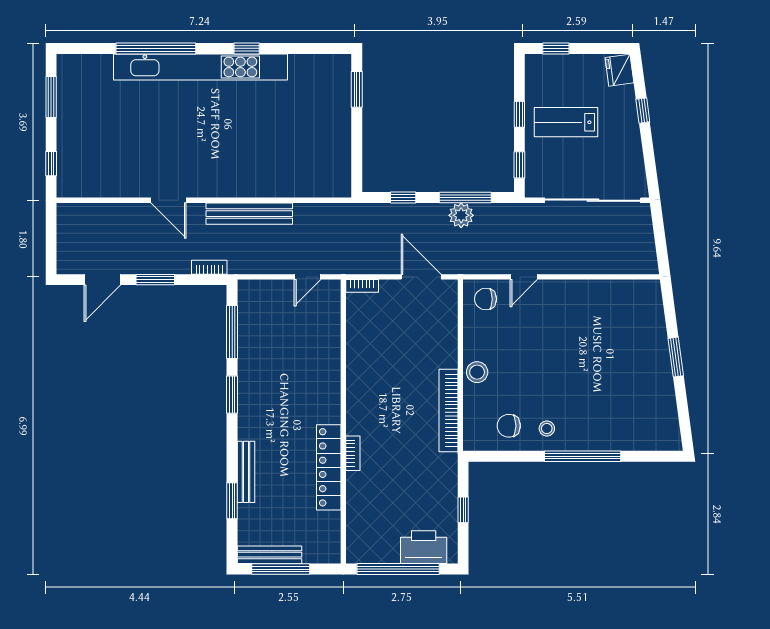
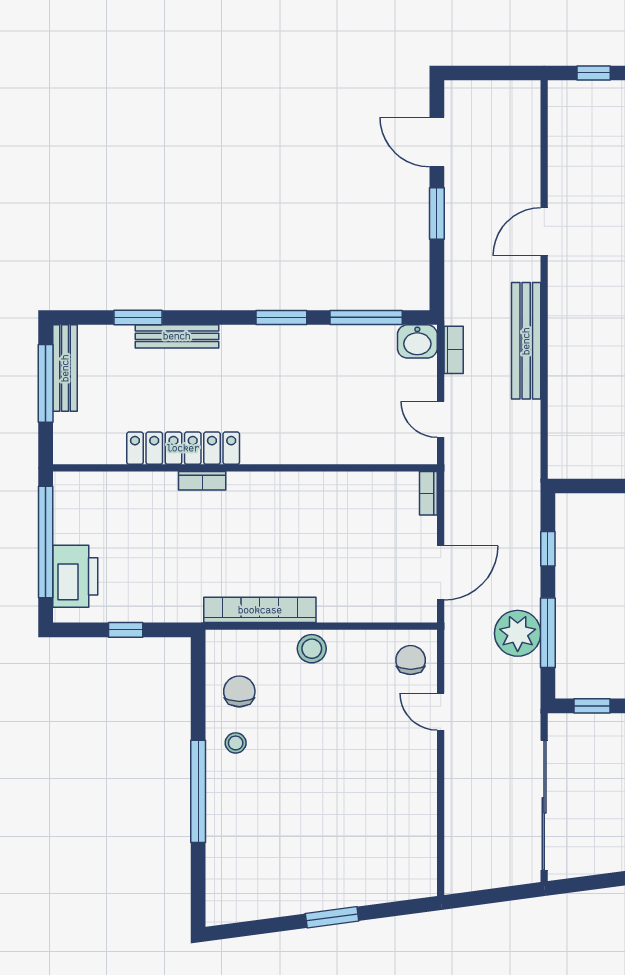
plant: (461, 215) -> (518, 633), width x1.36, depth x1.36
bookcase: (209, 267) -> (454, 350), moved
washbasin: (250, 294) -> (417, 341), added

